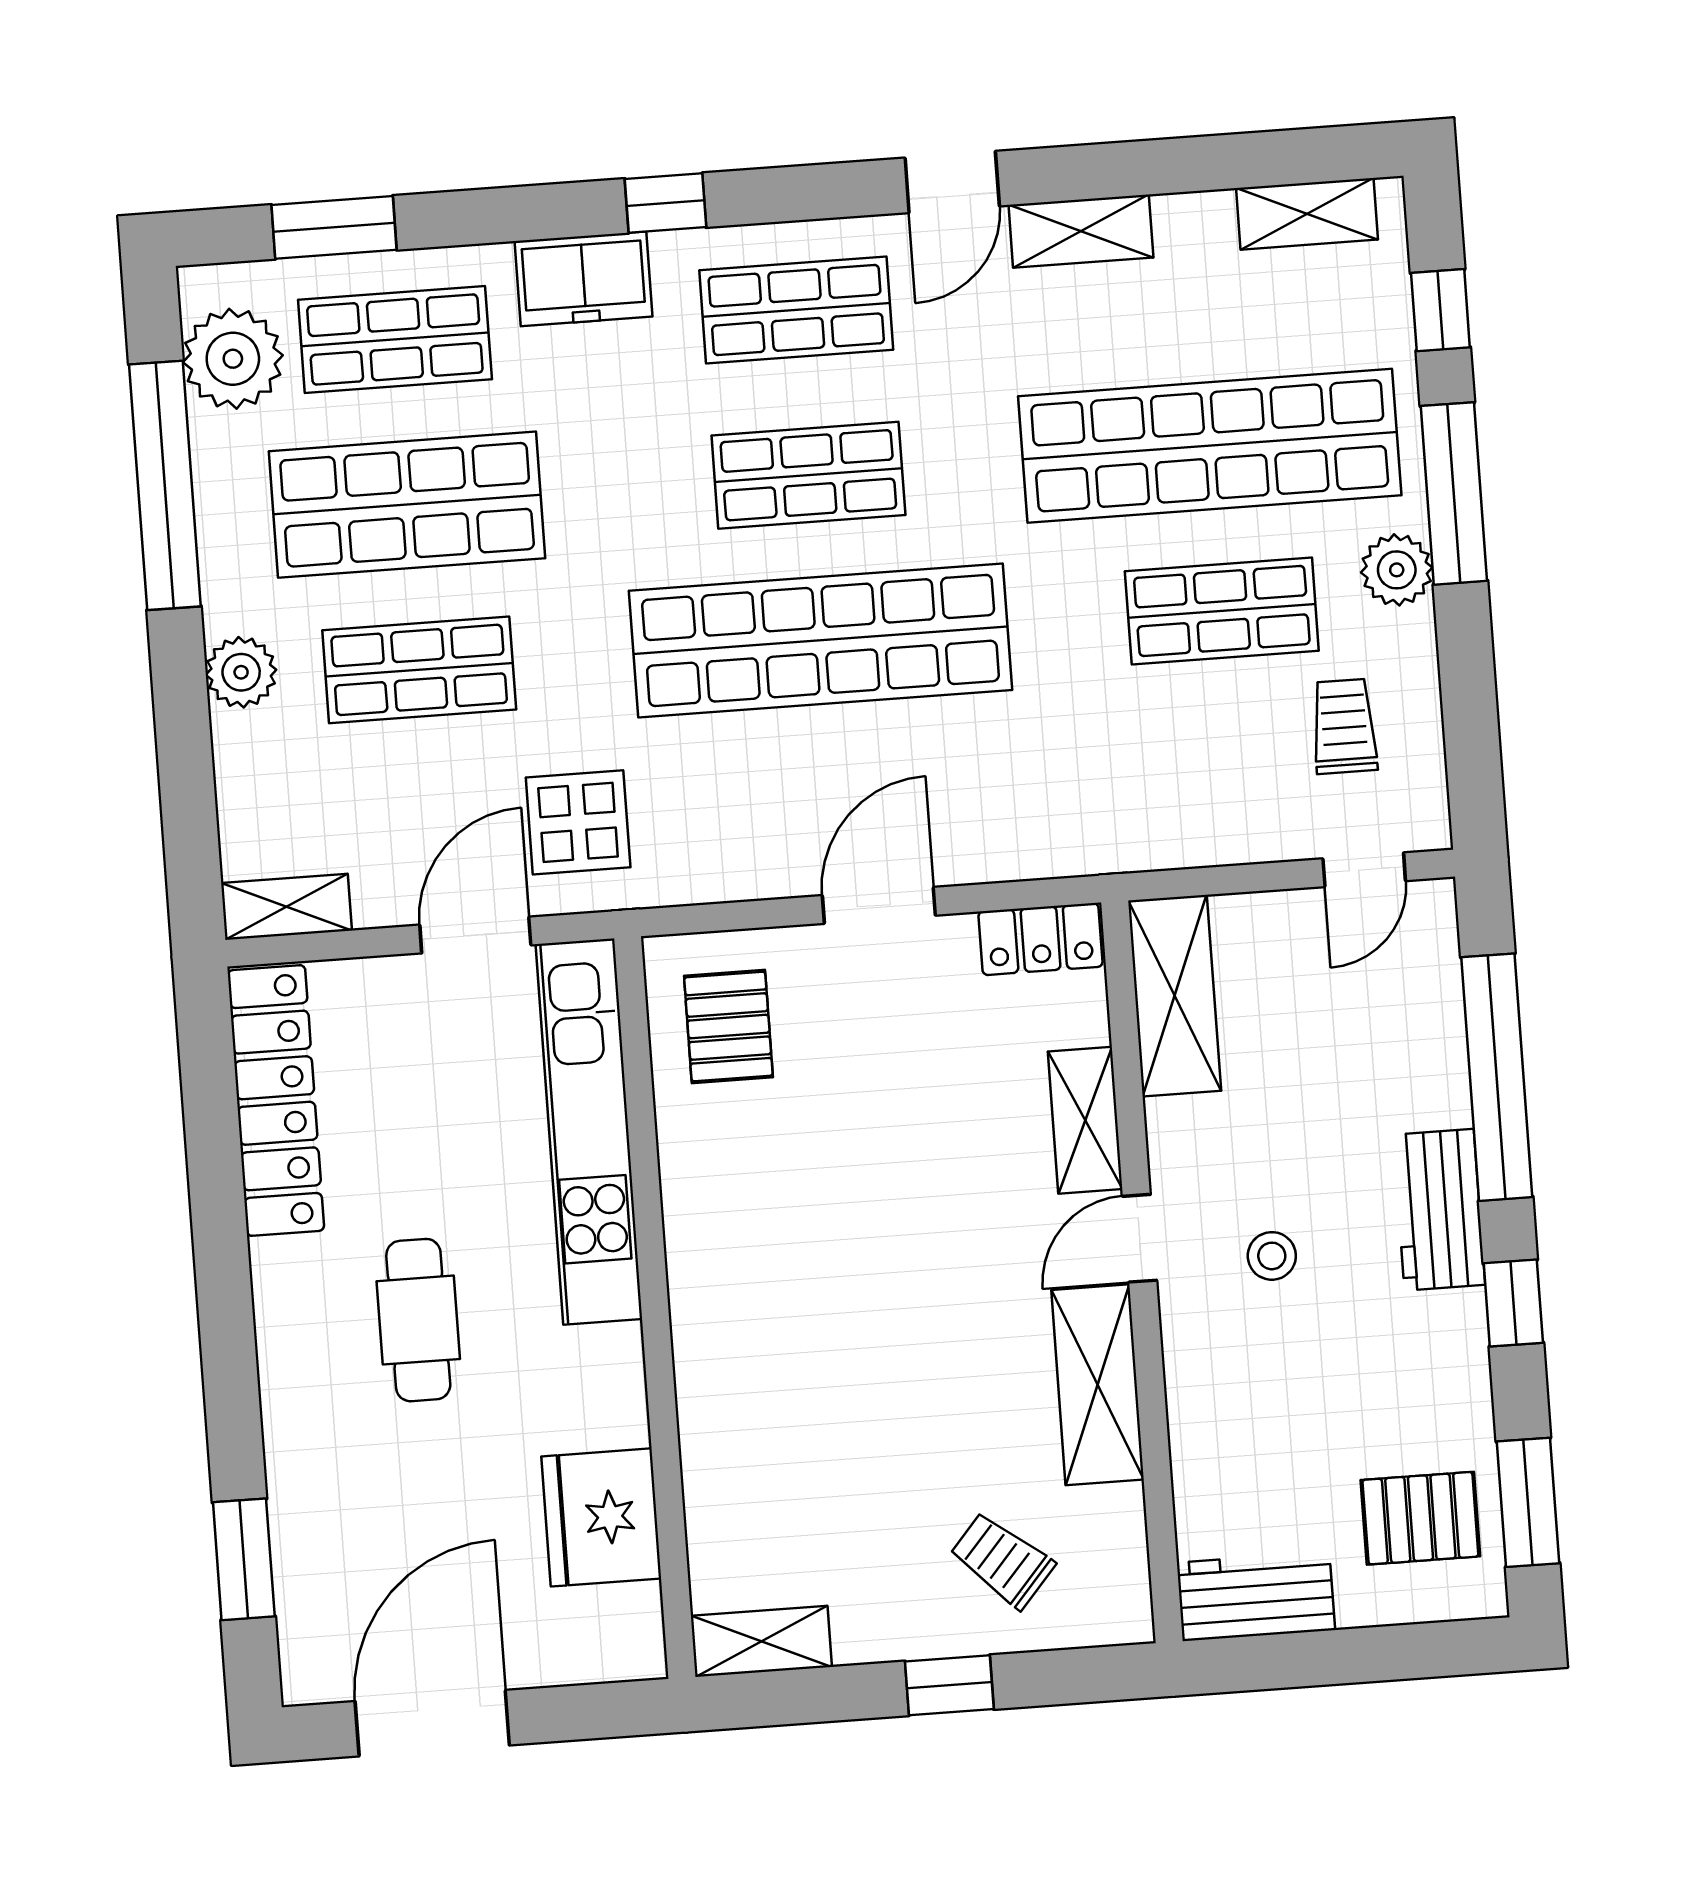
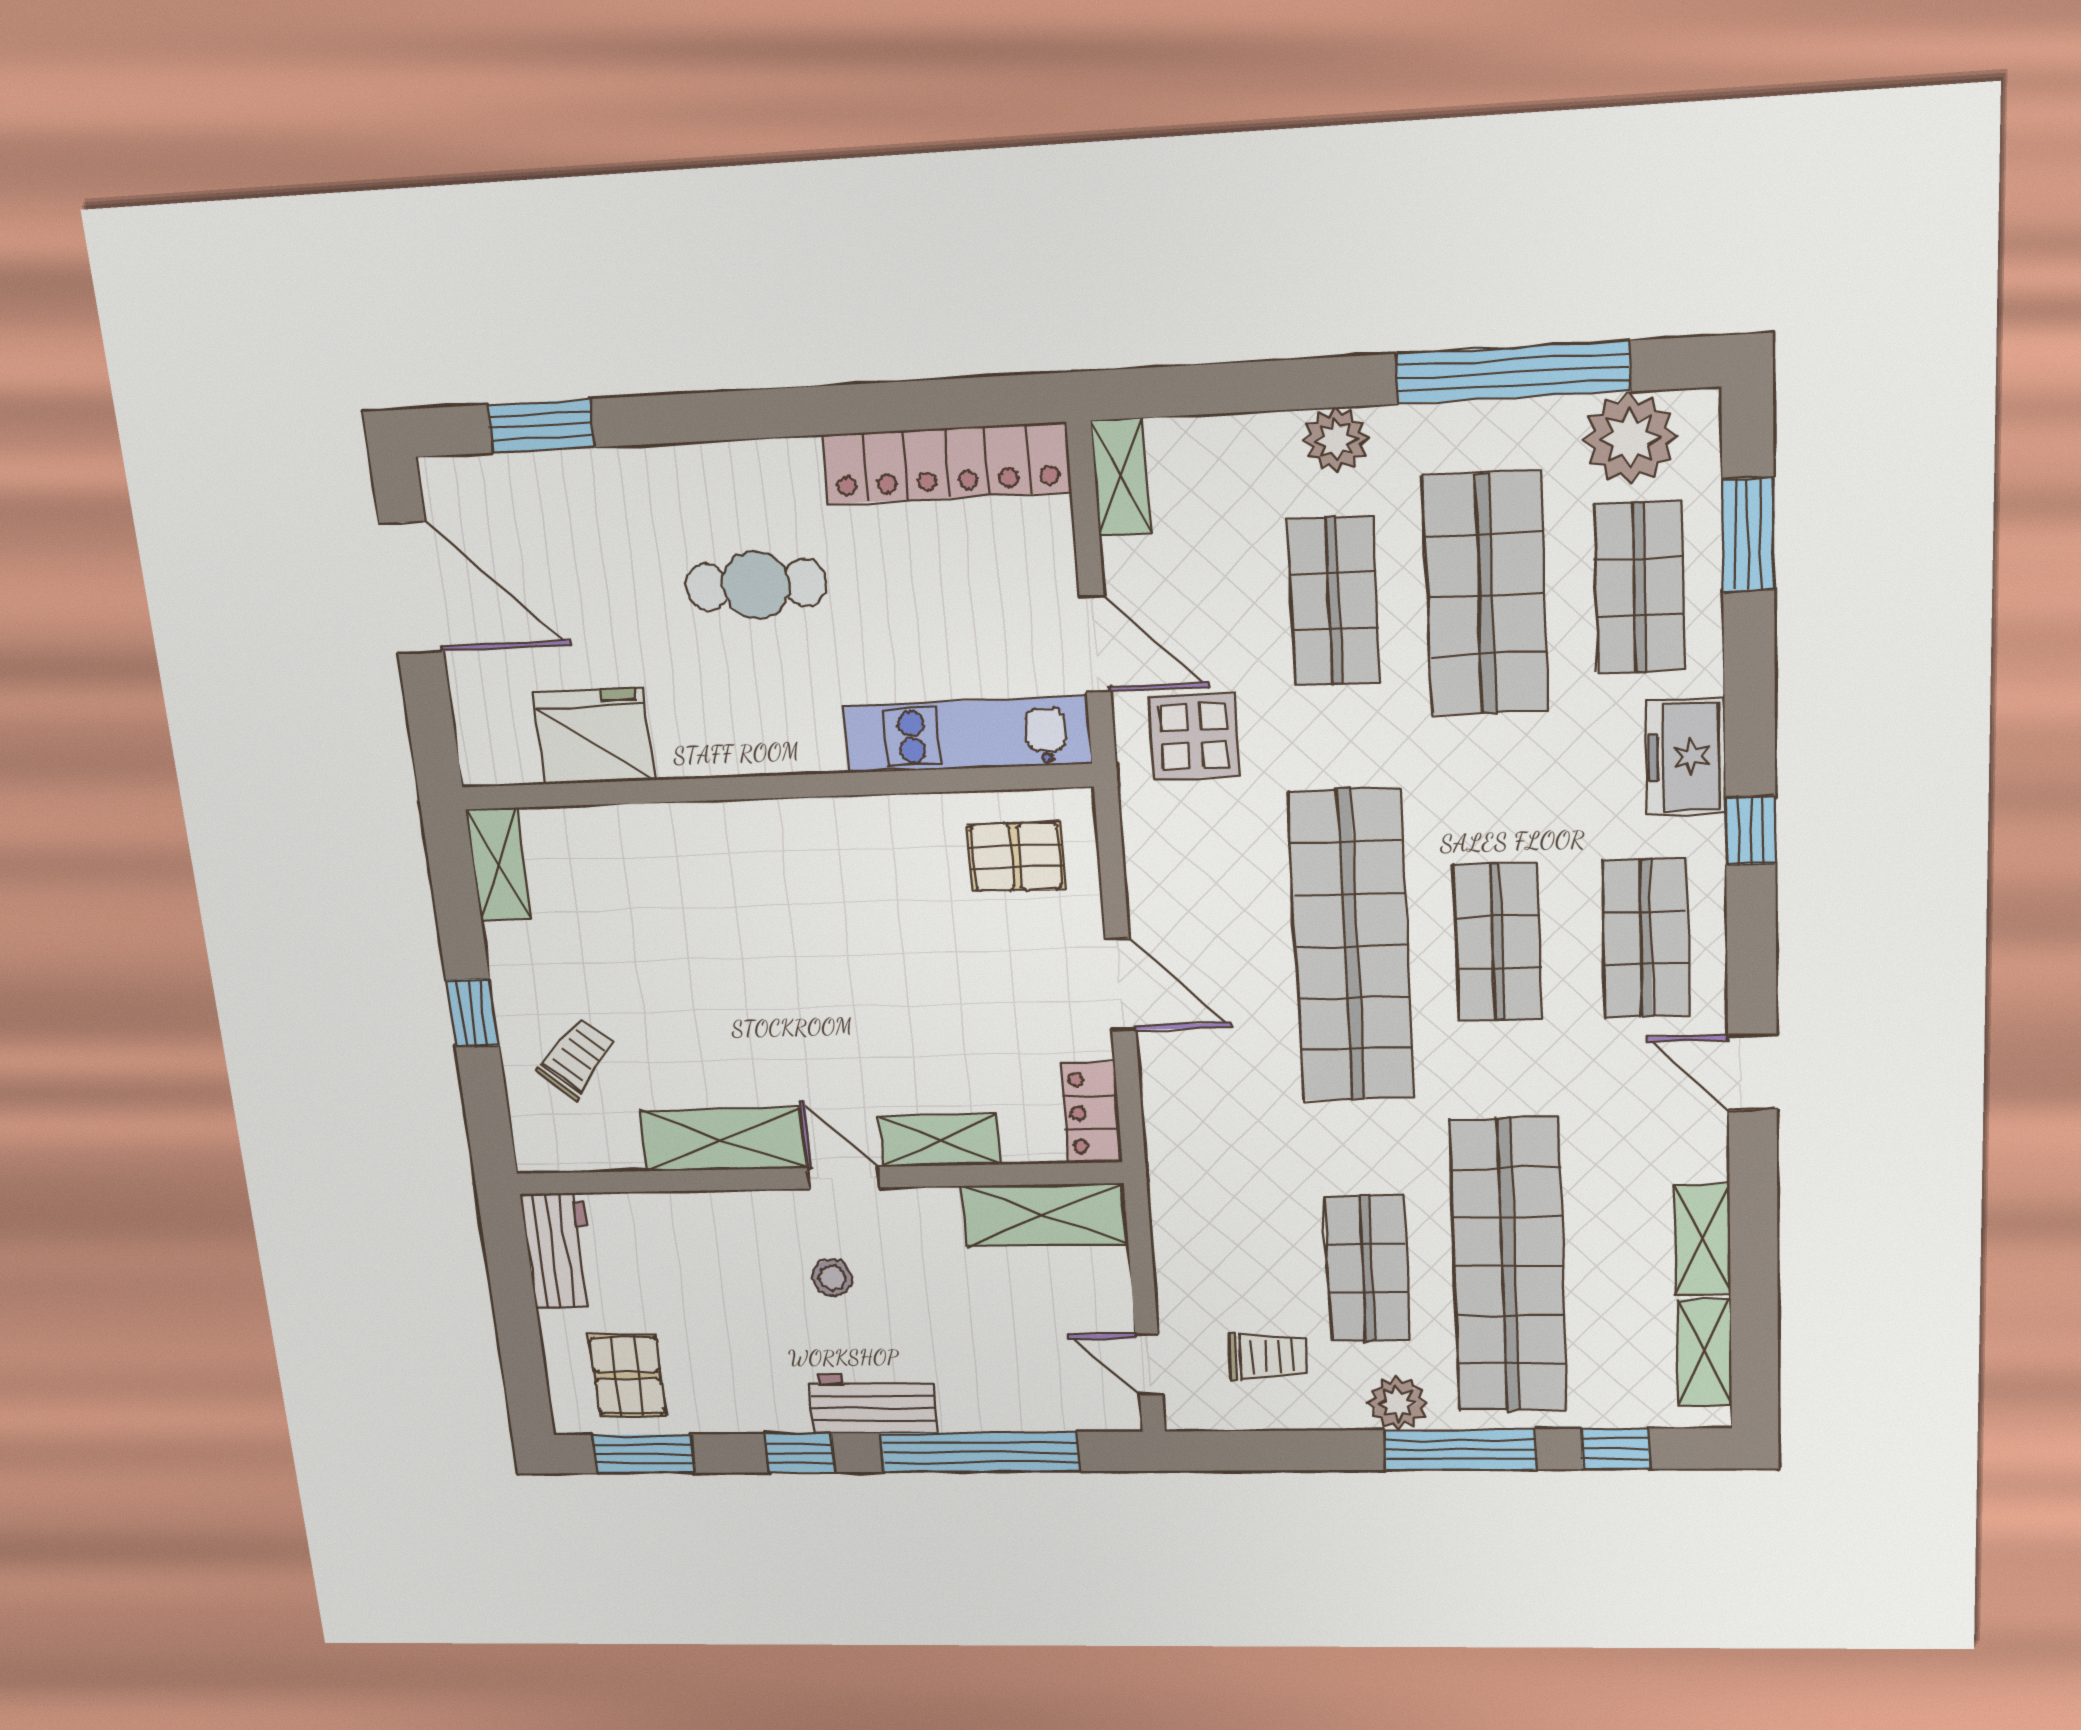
shelving: (1081, 231) -> (1702, 1240), moved
kitchen unit: (589, 1132) -> (968, 735), width x0.73

